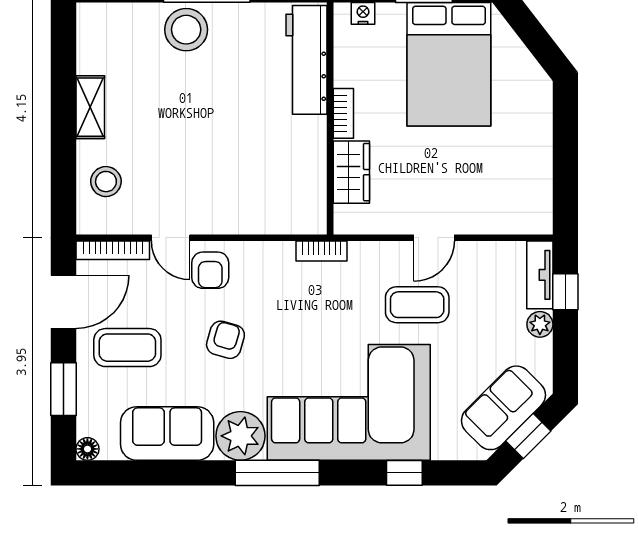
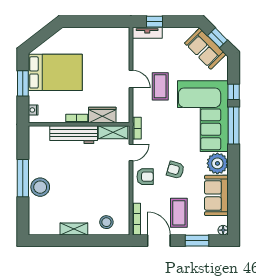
workbench: (307, 60) -> (74, 135), moved
shelving: (312, 197) -> (113, 132), added
door: (171, 238) -> (131, 152), moved
plant: (540, 324) -> (169, 33), removed
window: (277, 473) -> (234, 125), moved

